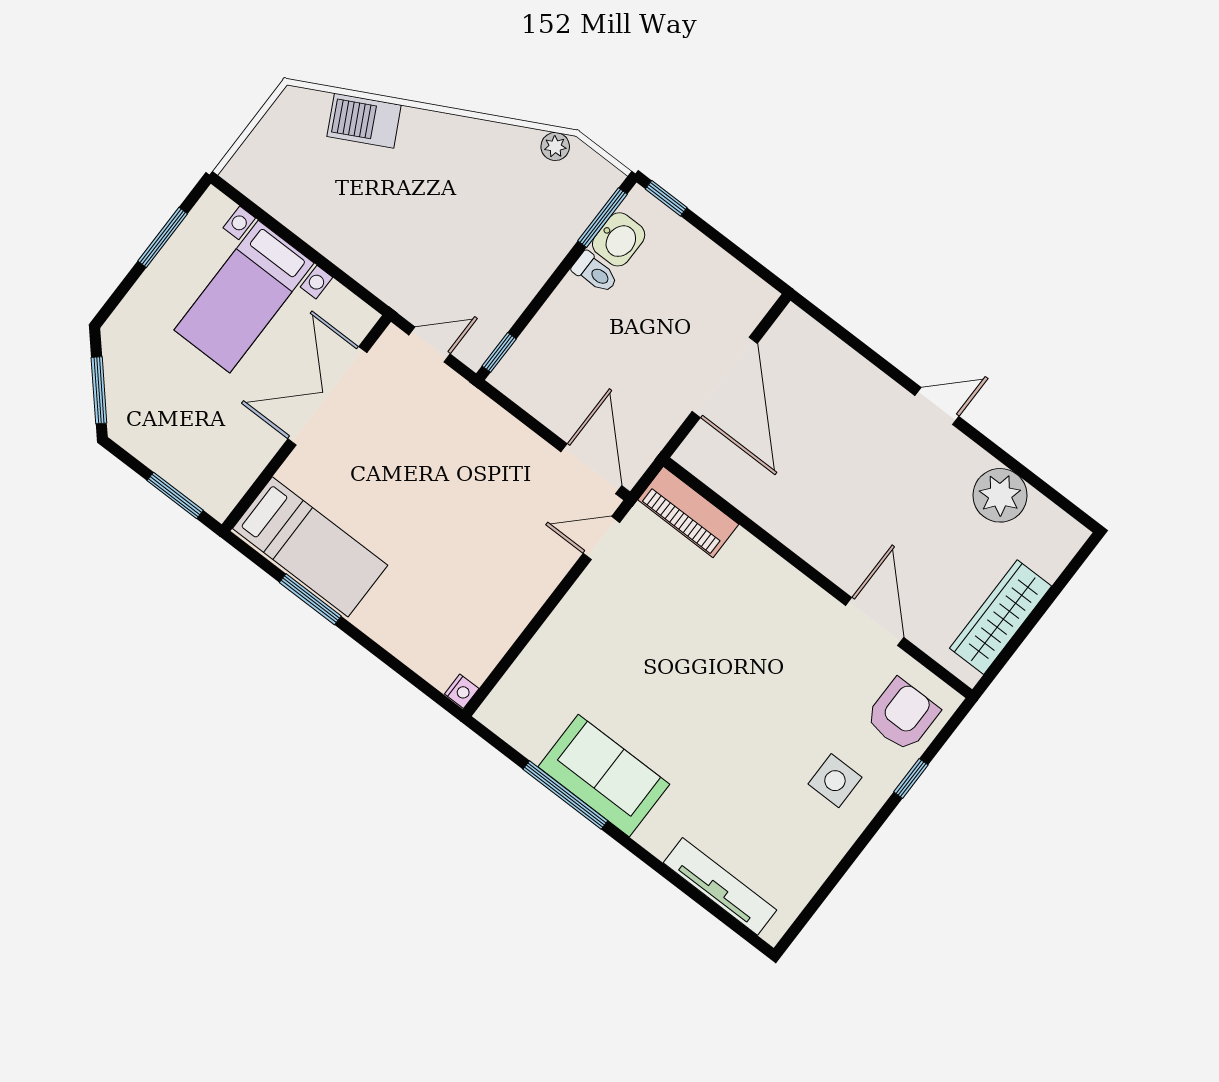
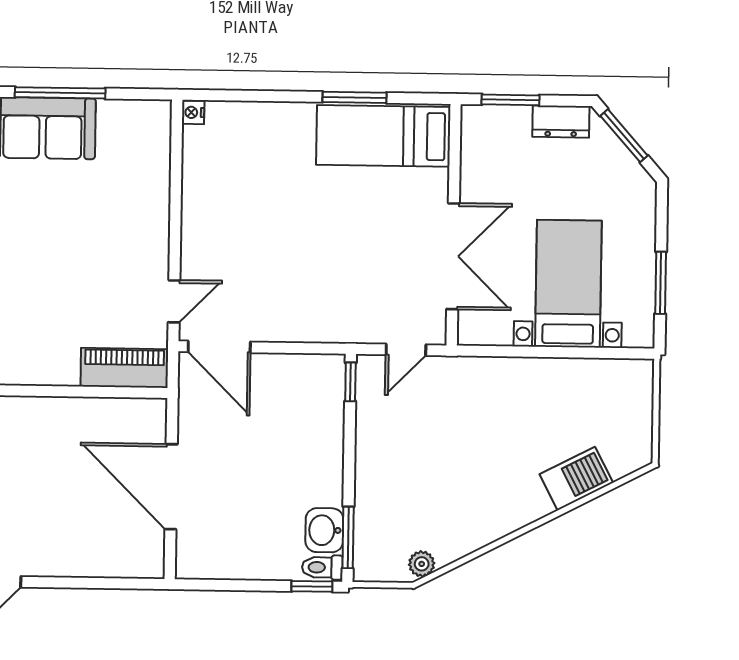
toilet: (595, 273) -> (322, 567), moved
dresser: (145, 444) -> (561, 122), added

